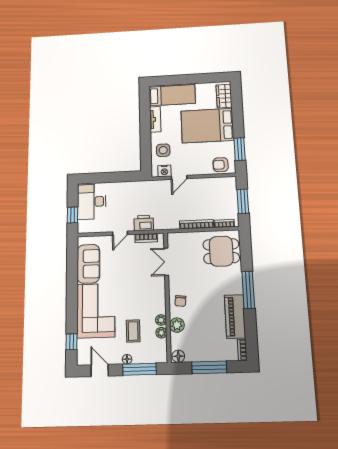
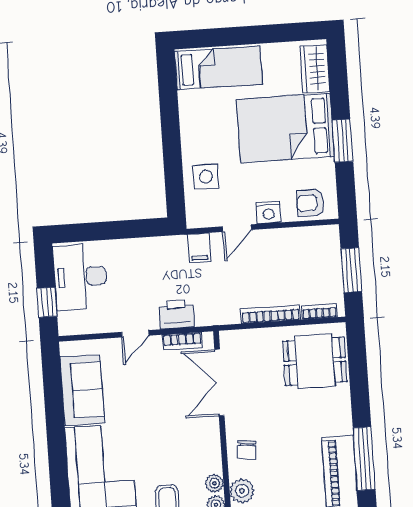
tv unit: (155, 119) -> (189, 116), removed
window: (240, 149) -> (342, 141), moved
nightstand: (164, 171) -> (269, 212), moved
filing cabinet: (158, 187) -> (199, 248), added
double door: (166, 262) -> (219, 383), width x1.37
window: (248, 290) -> (364, 459), moved

